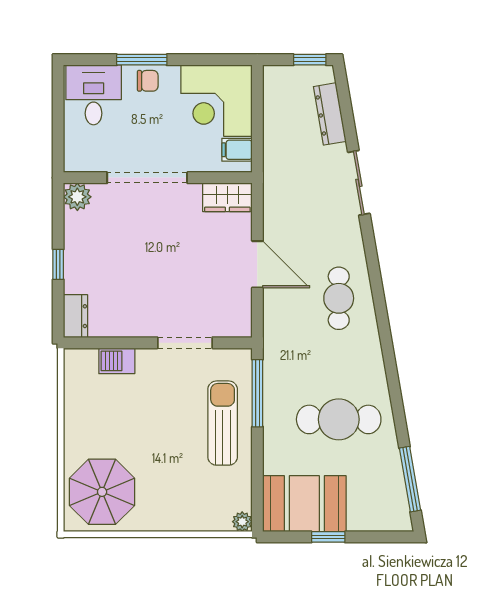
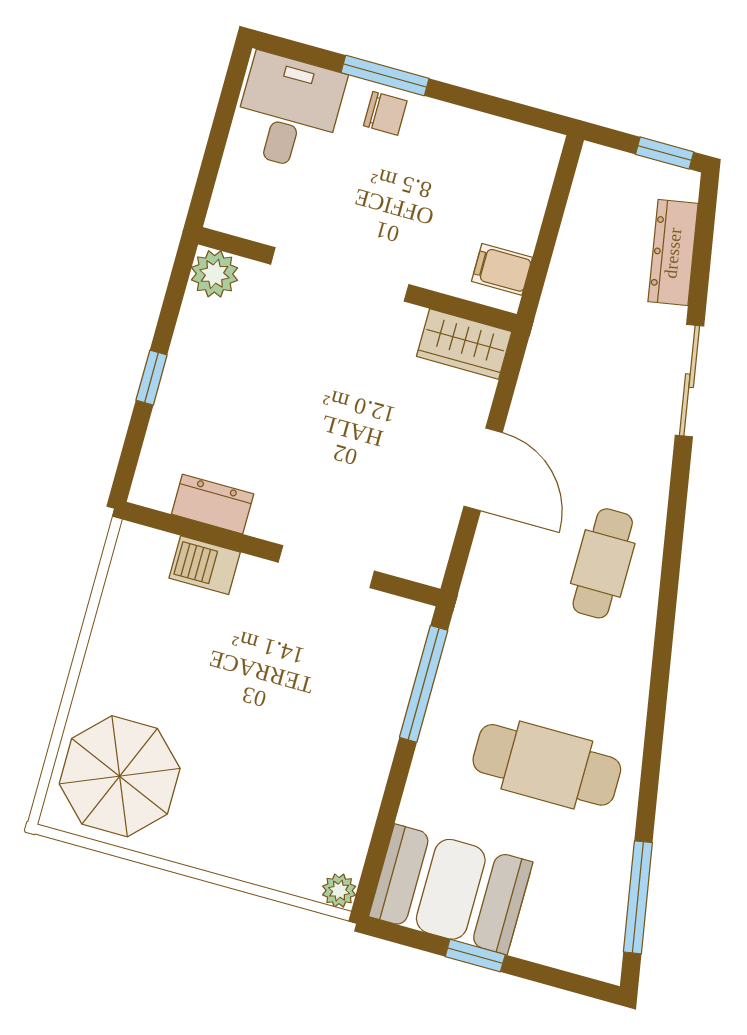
corner desk: (217, 101) -> (491, 178), removed
dresser: (75, 316) -> (213, 504), moved, turned -90
sun lounger: (223, 423) -> (352, 717), removed

